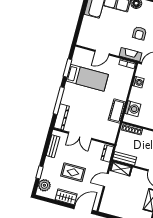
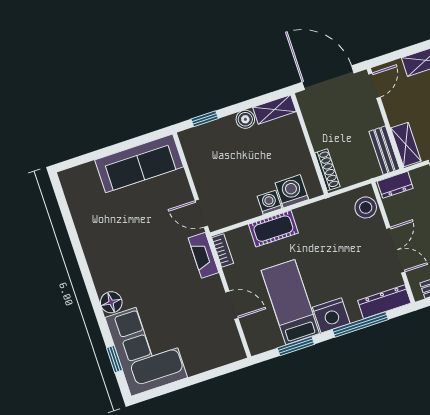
armchair: (139, 33) -> (158, 264), removed
washing machine: (138, 82) -> (270, 202), moved
nightstand: (70, 91) -> (331, 315), added
cot: (117, 111) -> (273, 229), moved
stool: (106, 135) -> (366, 207), added

